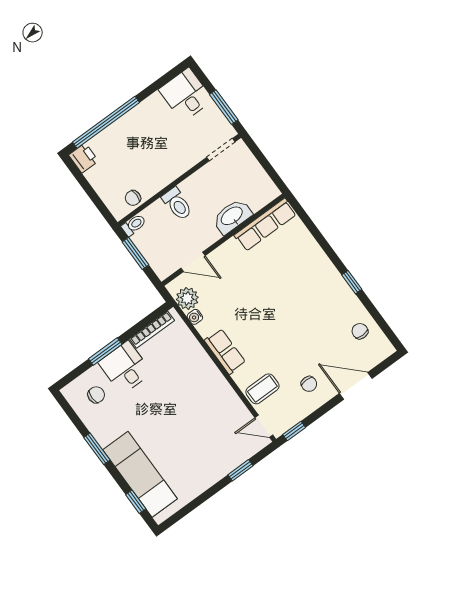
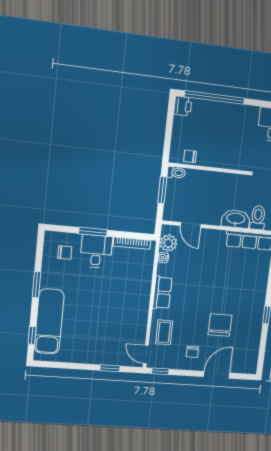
toilet: (177, 204) -> (258, 218), moved, turned 180
chair: (360, 331) -> (220, 325), moved, width x1.87, depth x1.87
door: (356, 386) -> (217, 375), hinge flipped
coffee table: (262, 389) -> (164, 332), turned 90

